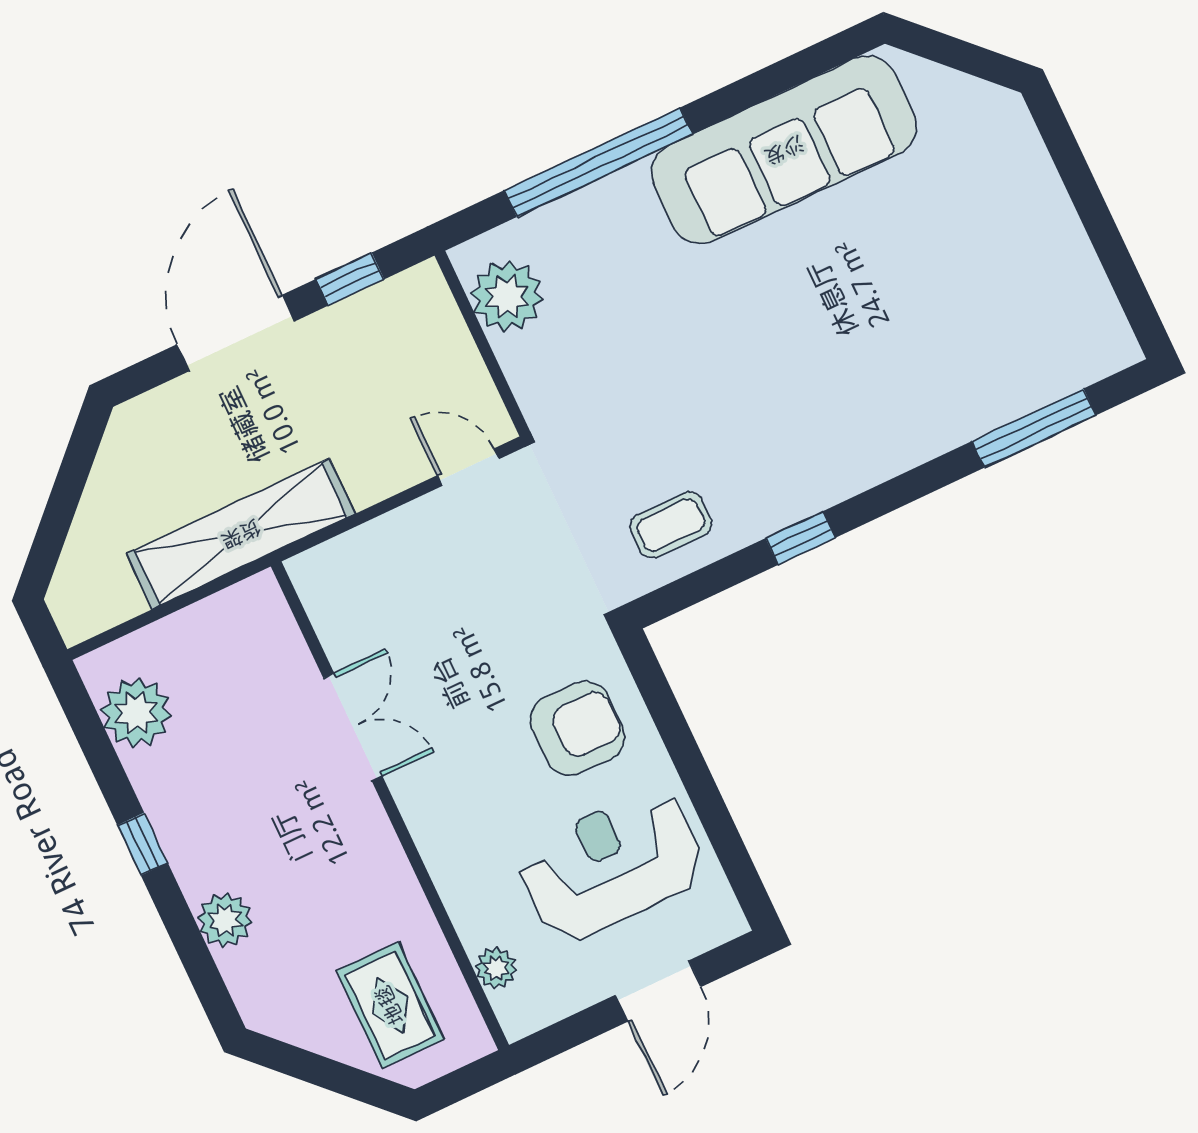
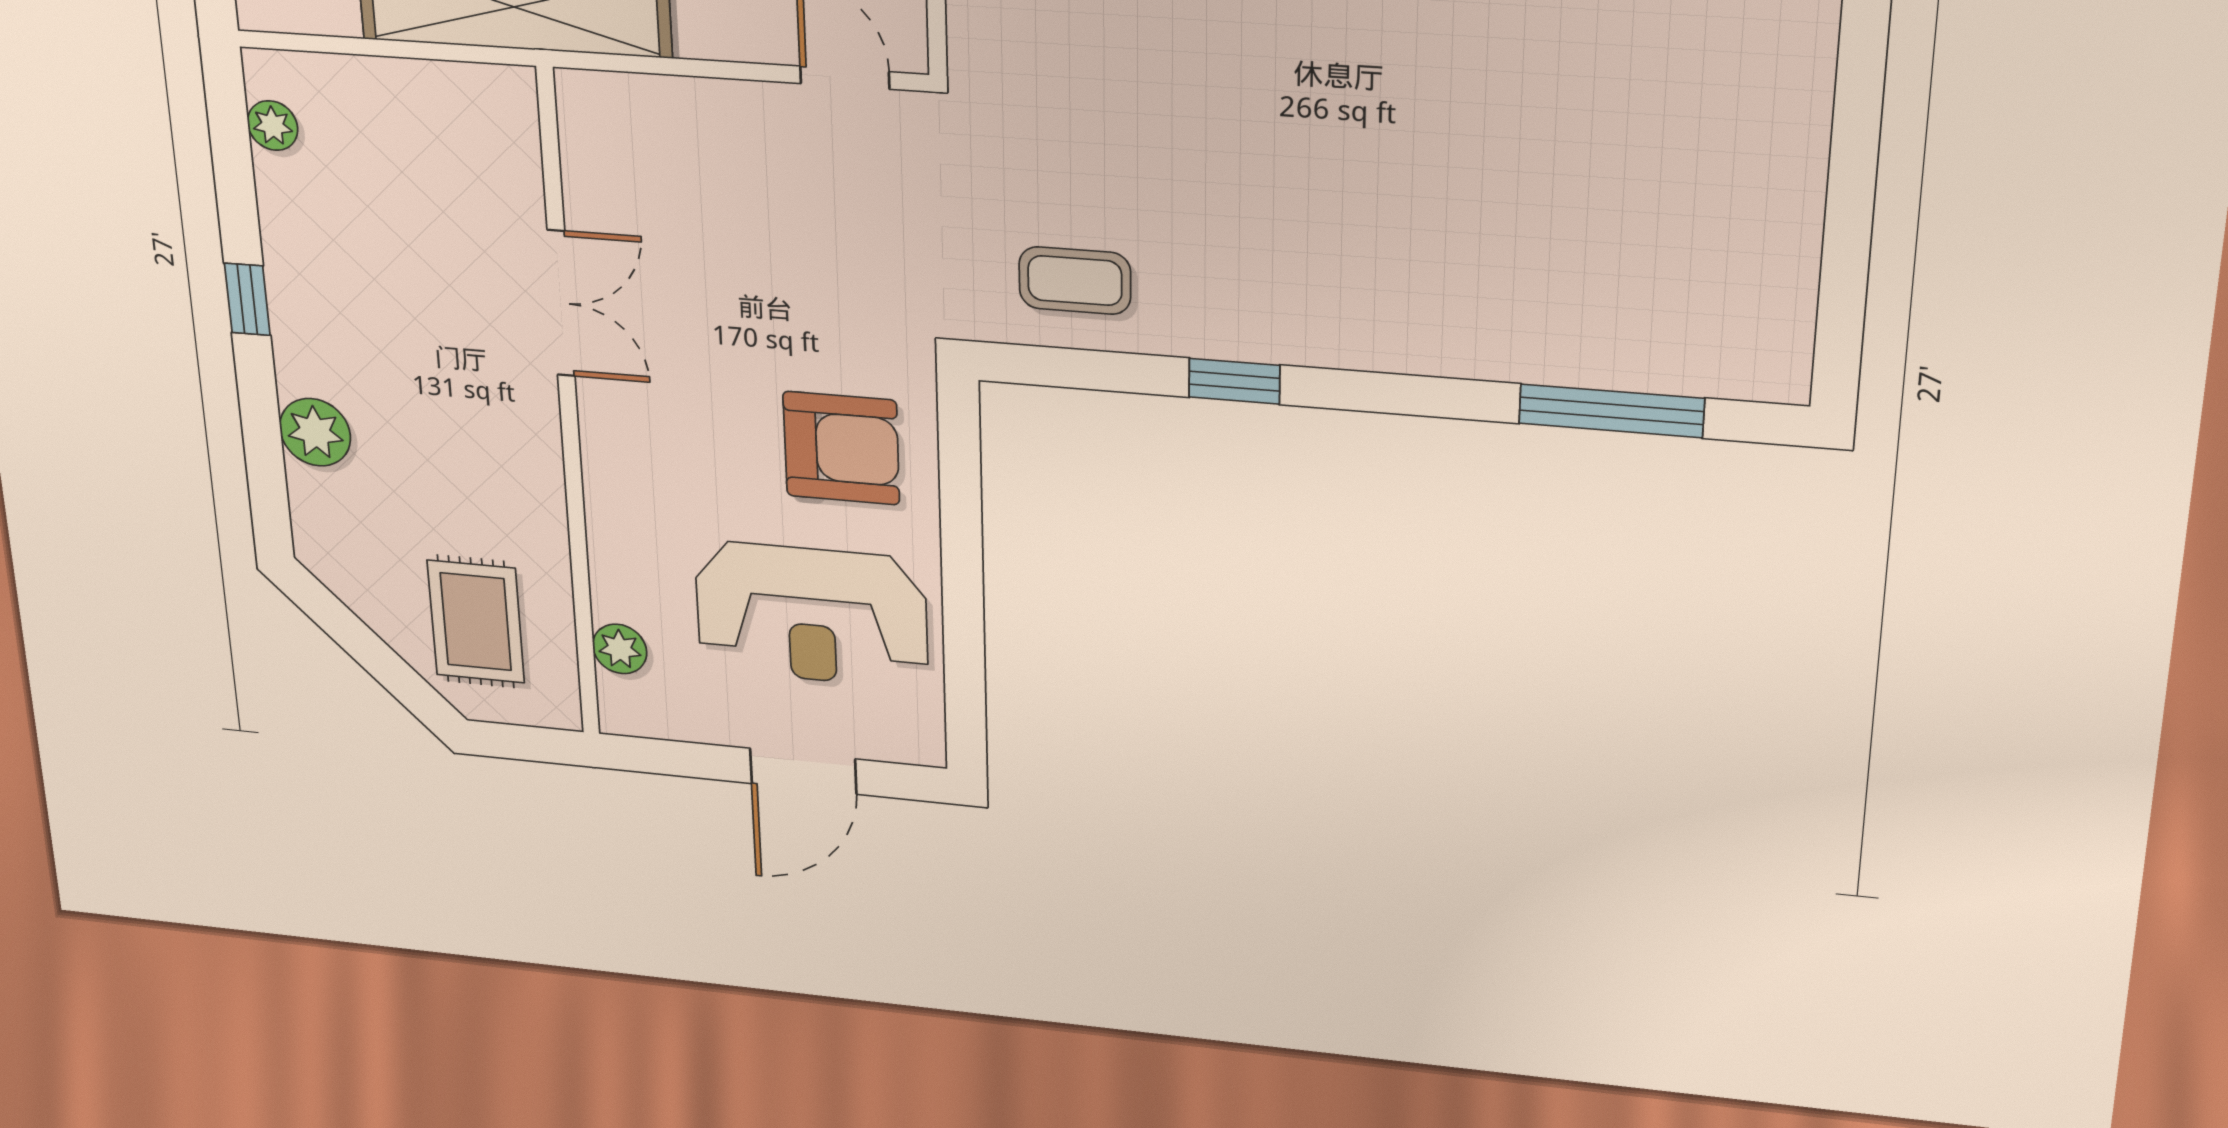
plant: (136, 713) -> (273, 126), width x0.53, depth x0.53
reception desk: (612, 865) -> (811, 614), turned 180

